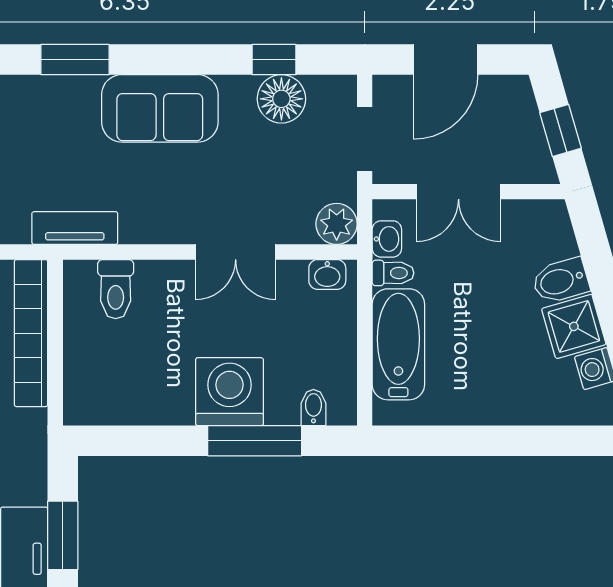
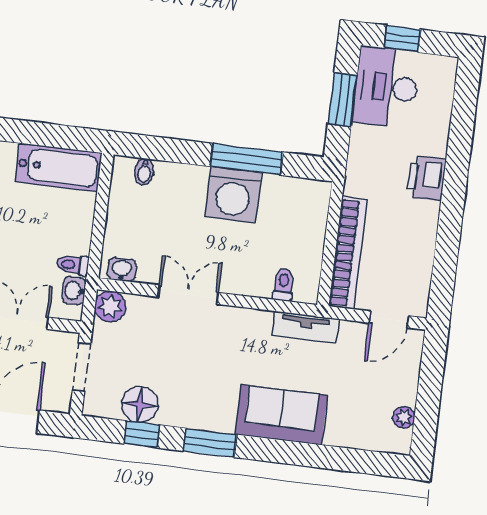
window: (75, 60) -> (210, 443), moved
sofa: (160, 108) -> (281, 415), moved
toilet: (116, 289) -> (284, 285), width x0.73, depth x0.72
bathtub: (398, 344) -> (58, 167), moved, turned -90
washing machine: (229, 392) -> (233, 195), moved
window: (255, 441) -> (247, 159), moved

